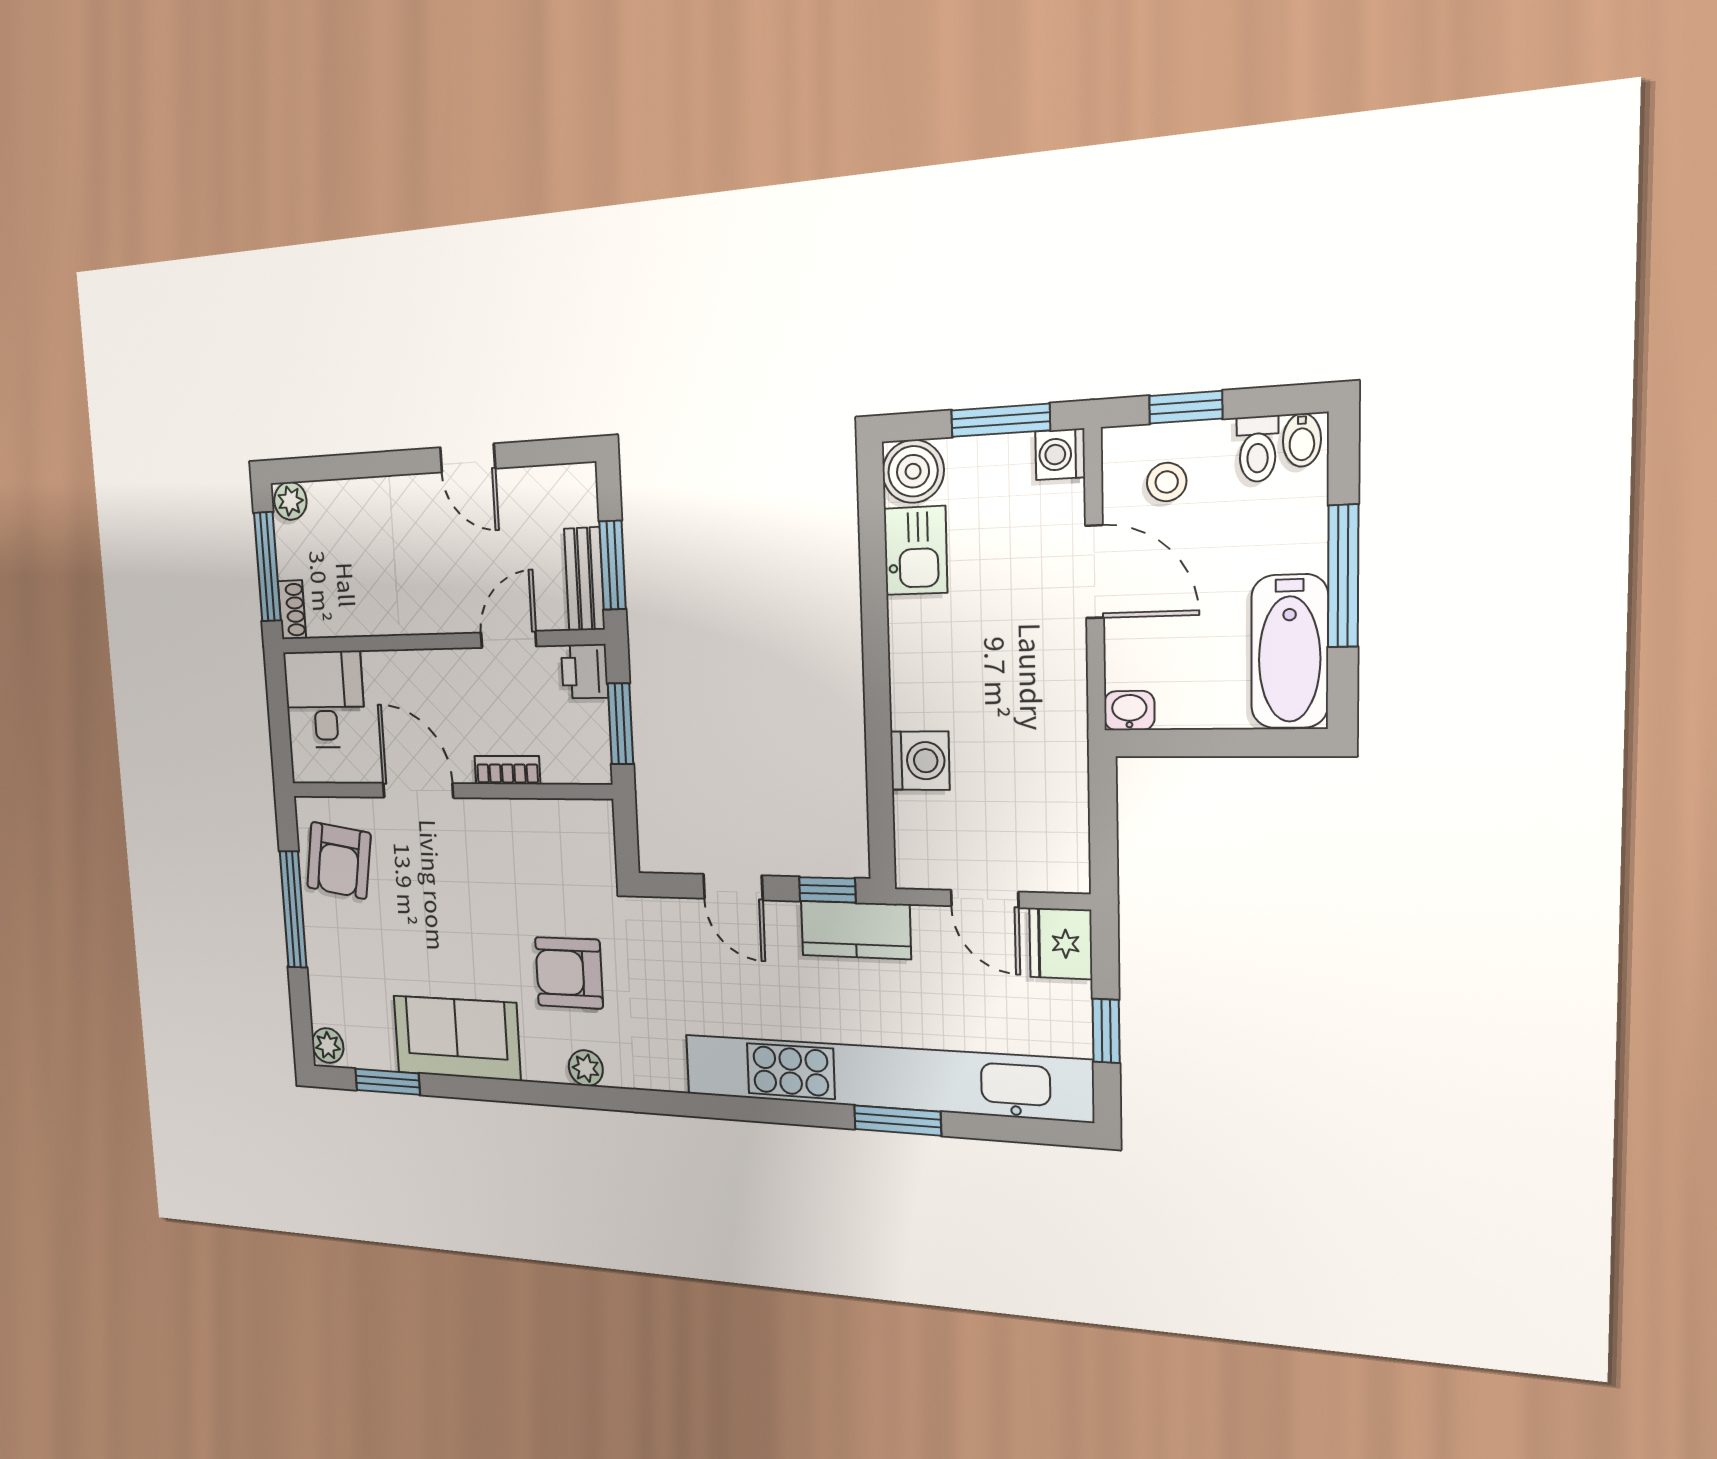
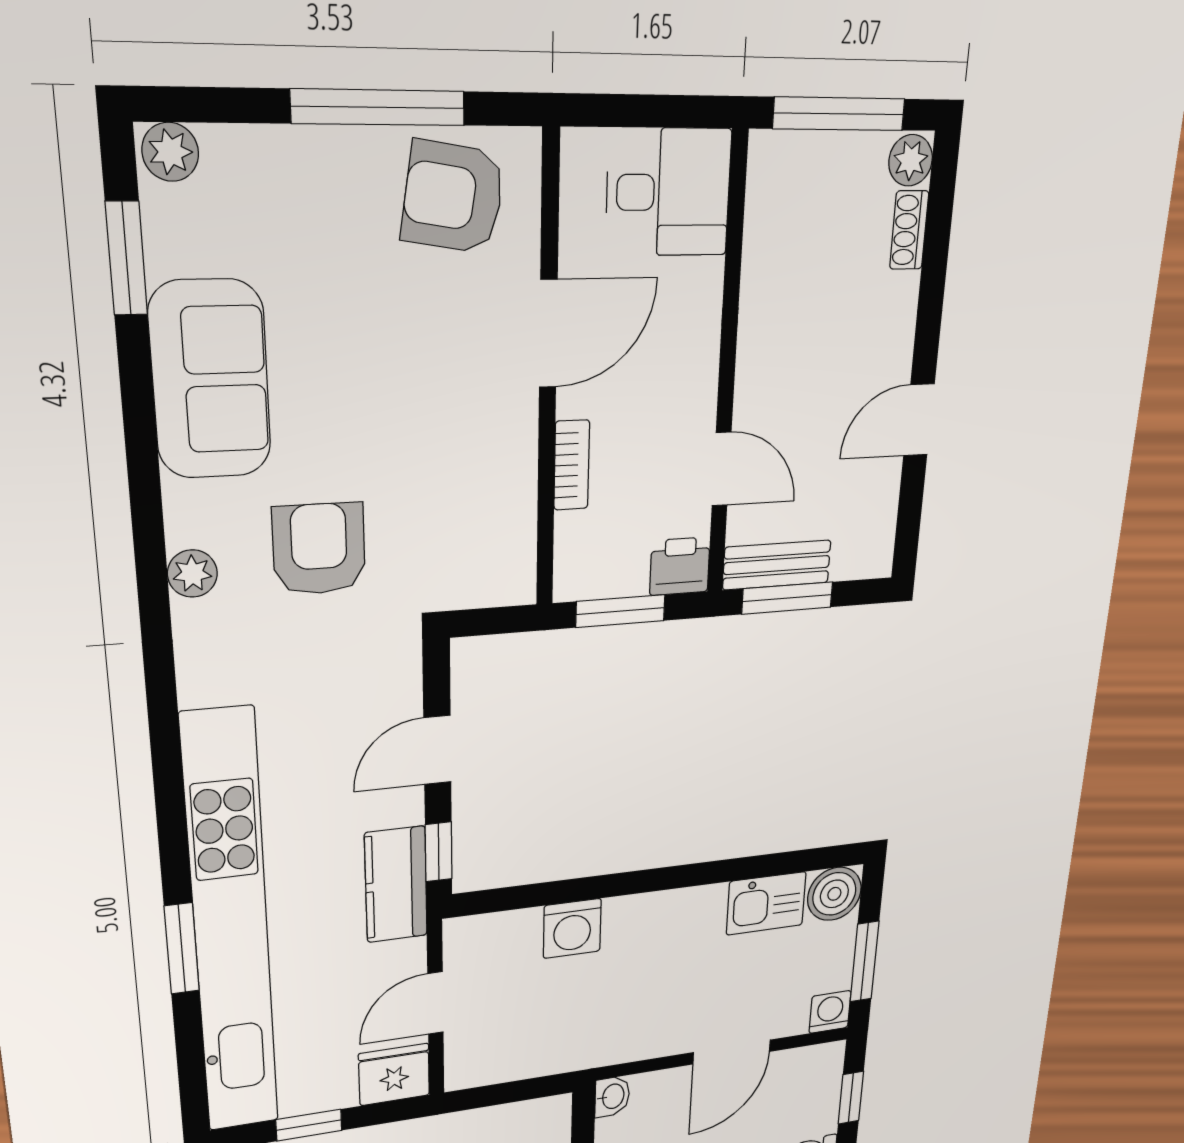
stool: (1167, 482) -> (797, 1094), removed
shoe rack: (292, 610) -> (909, 230), moved, turned 90

